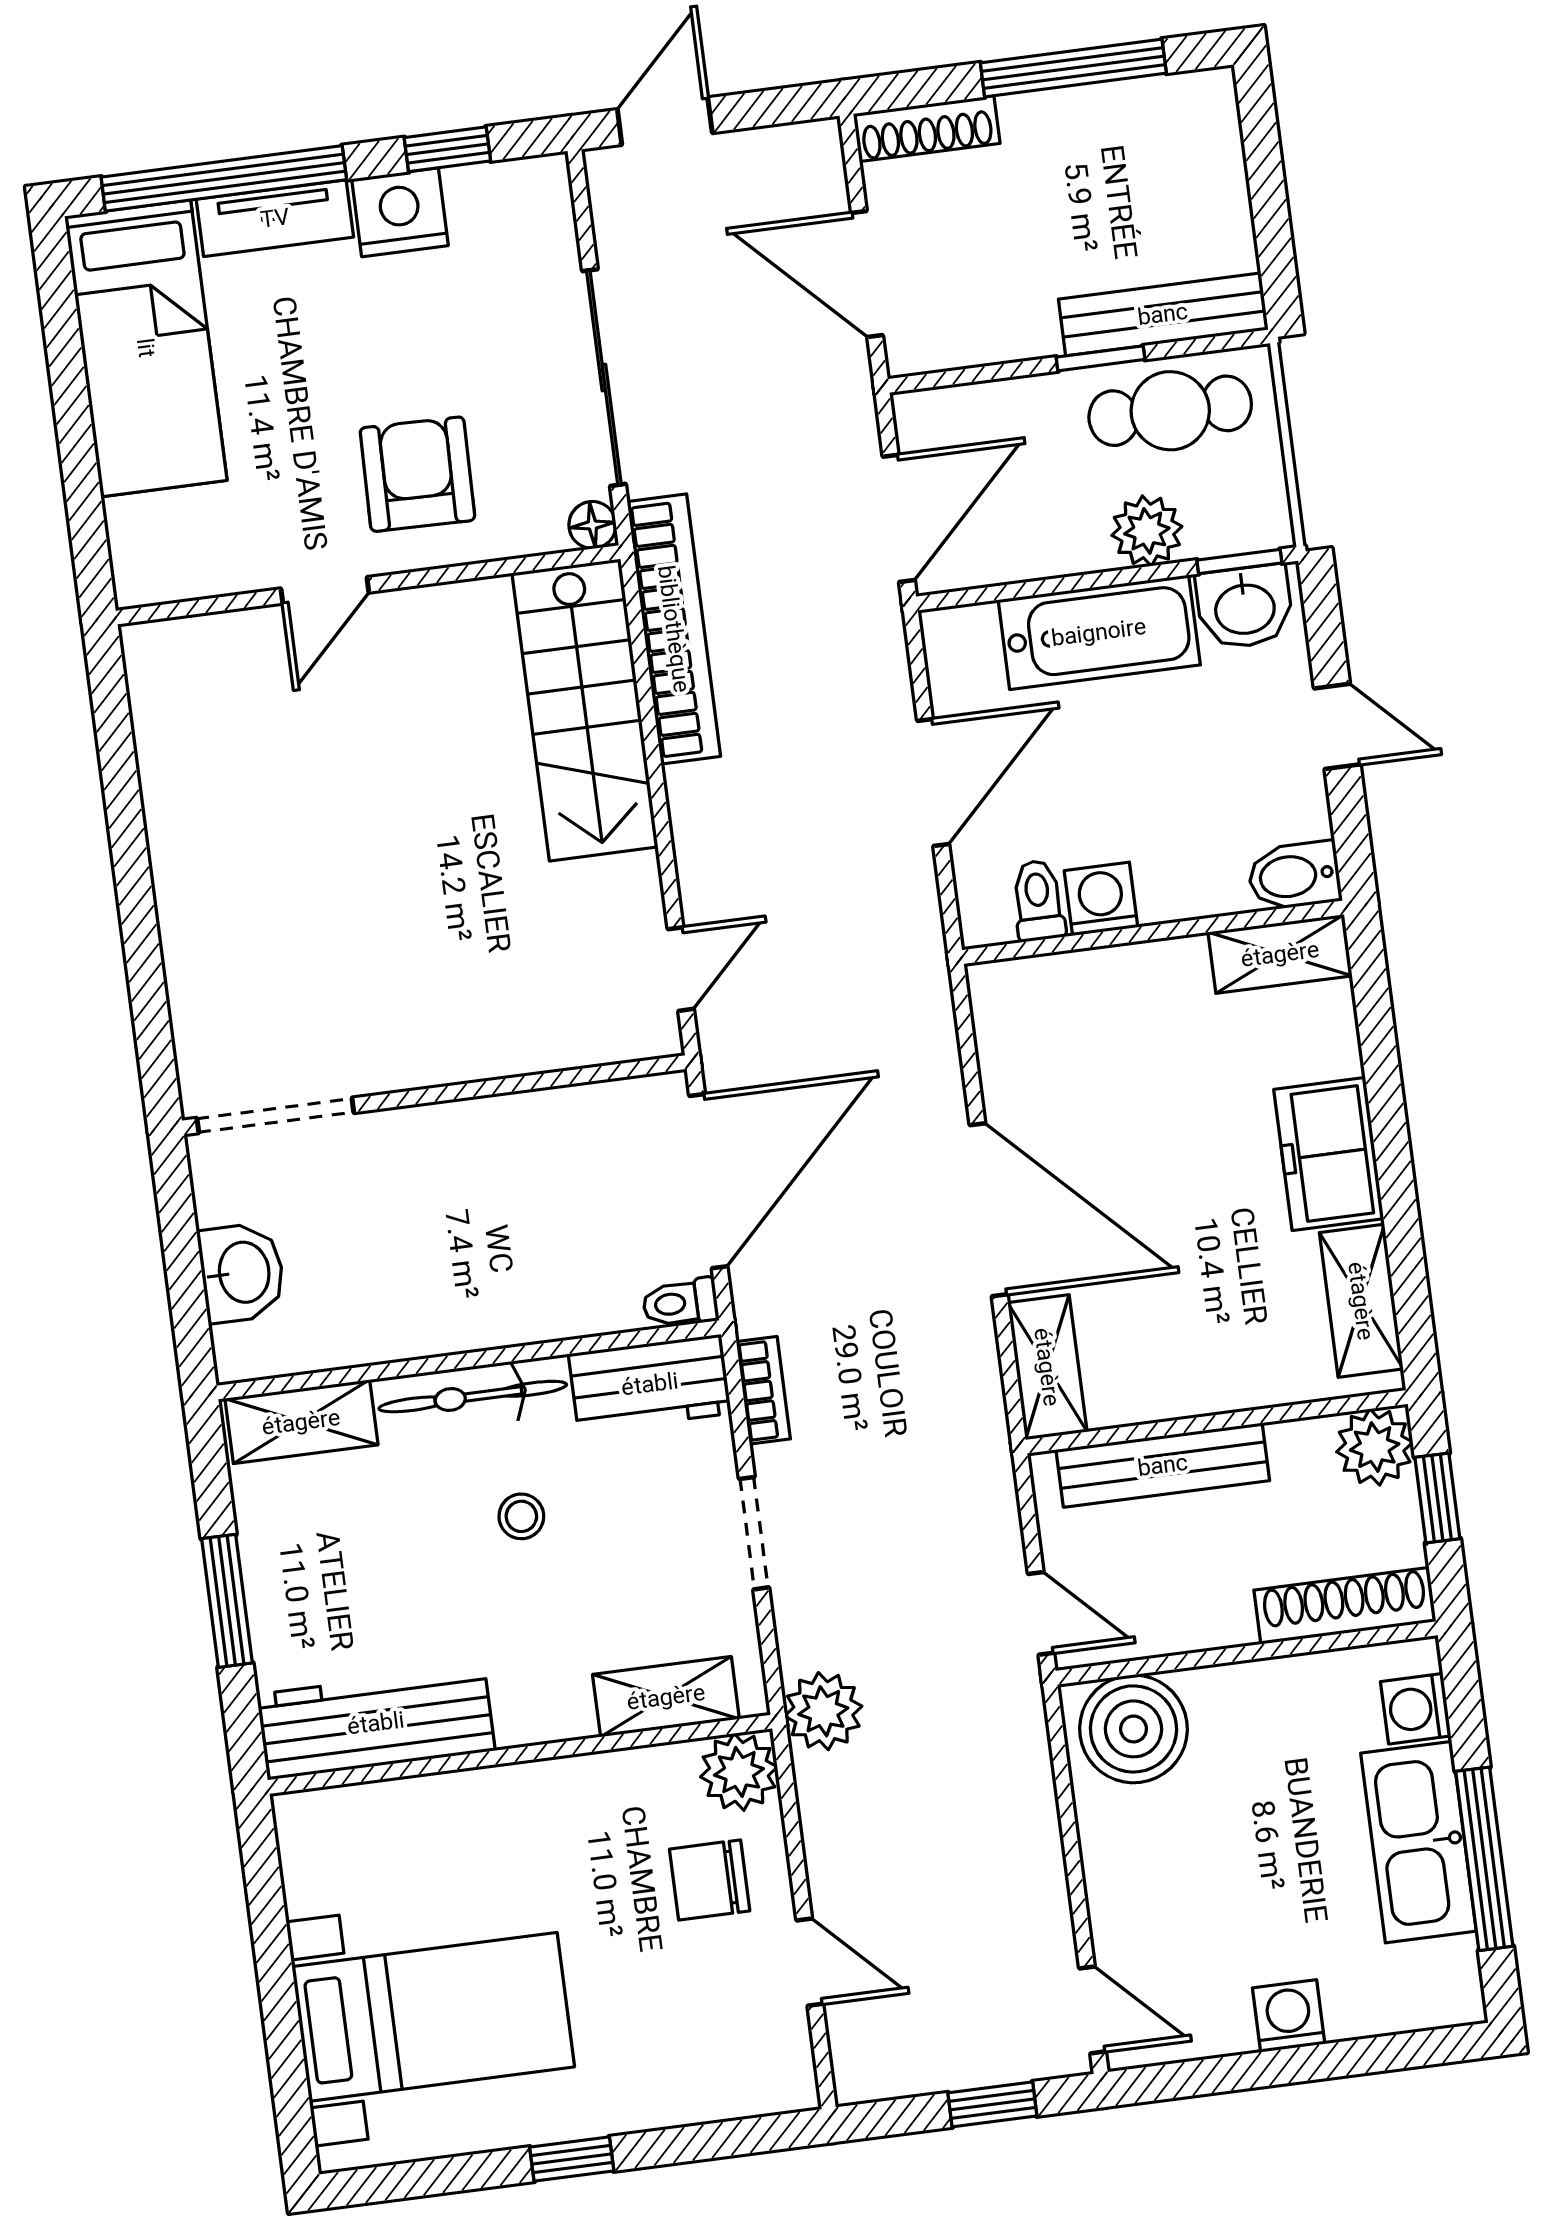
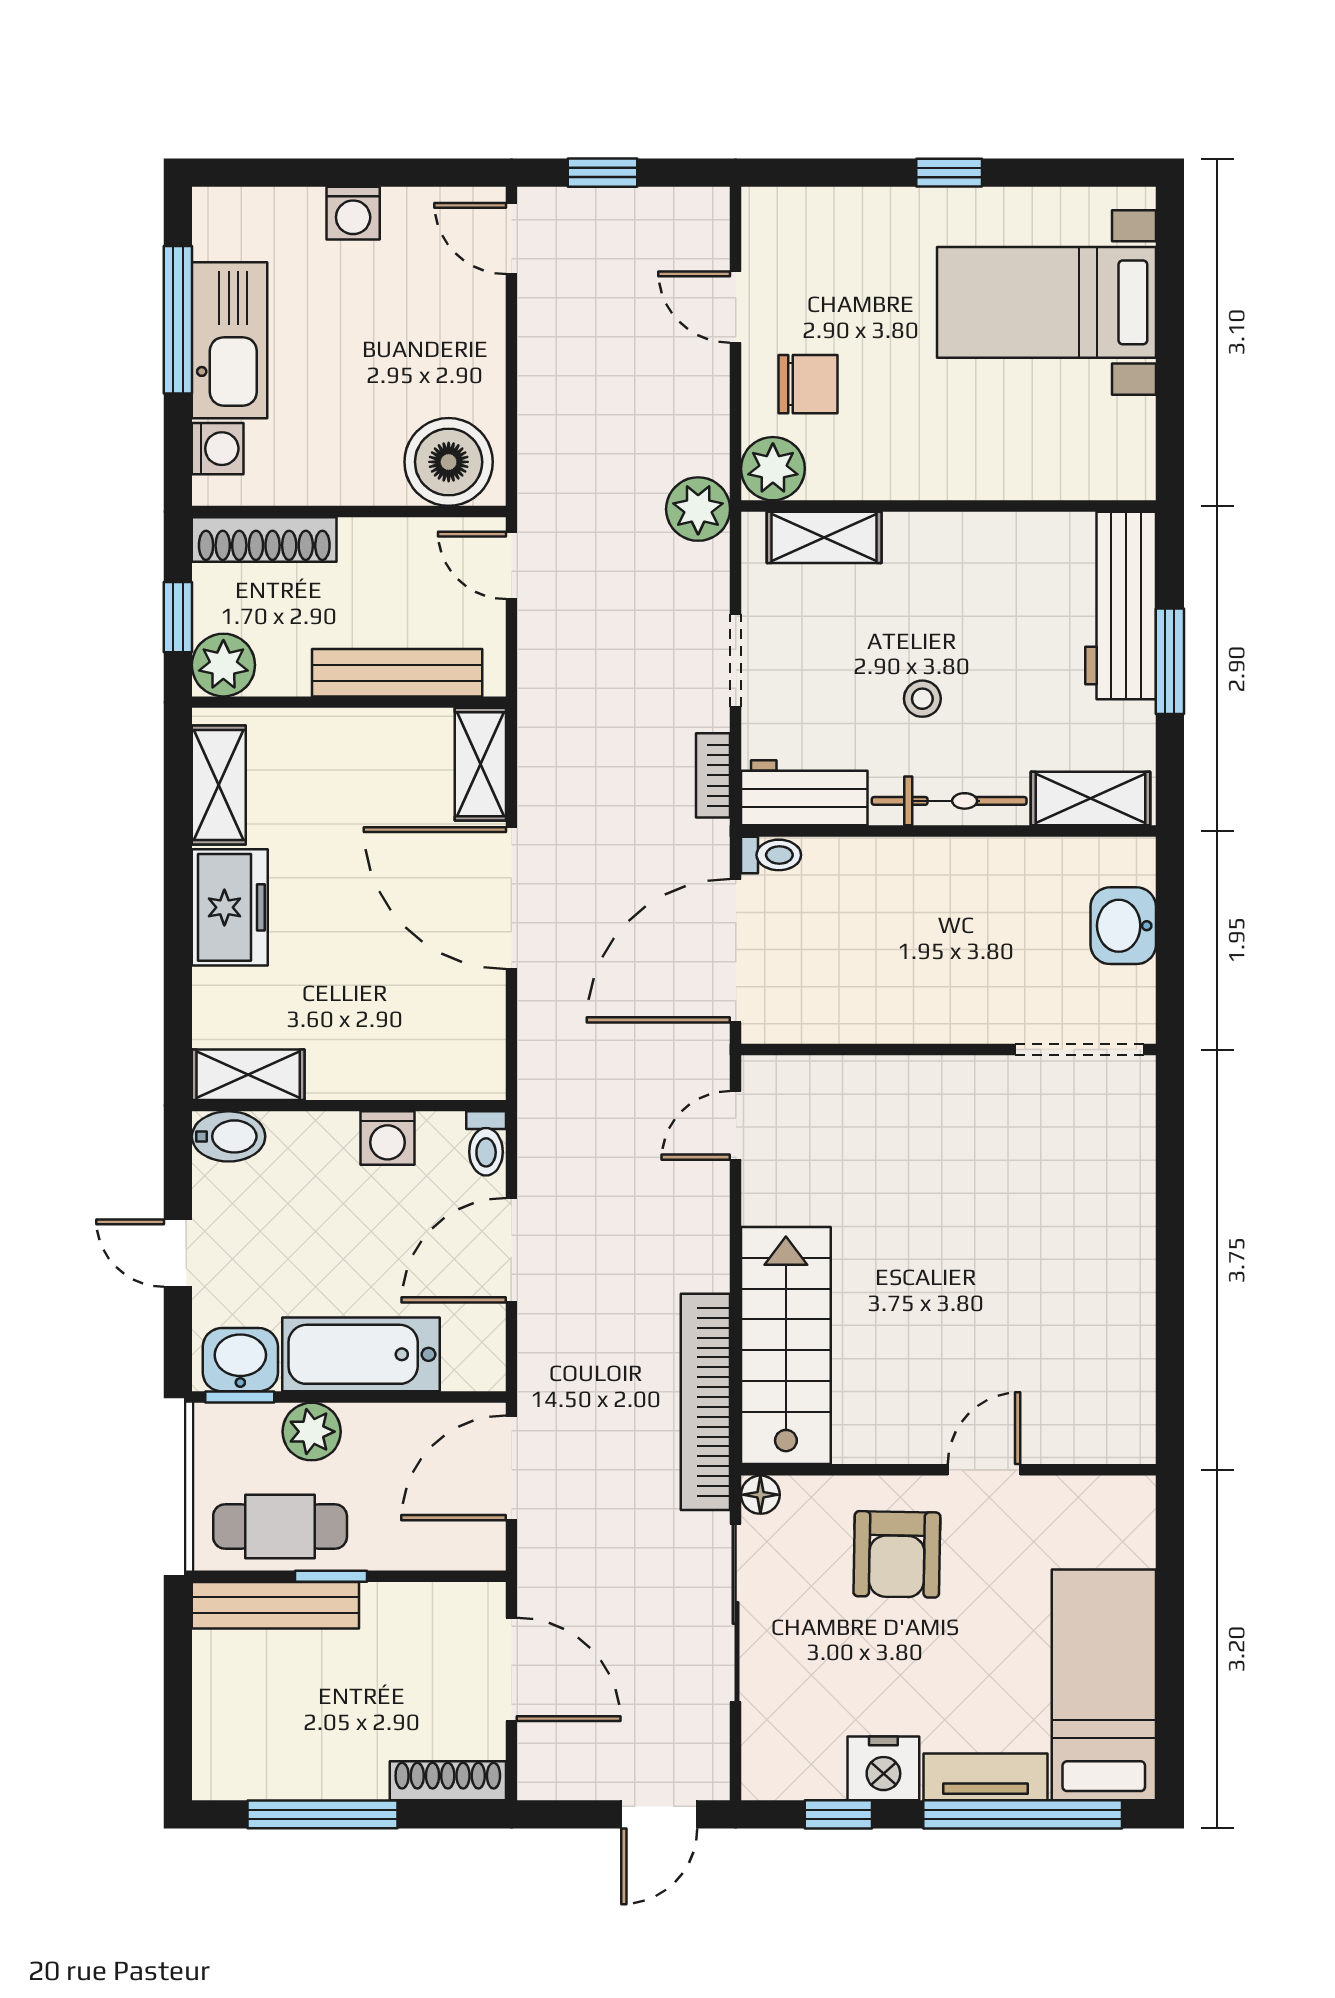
toilet: (1038, 901) -> (486, 1143), moved
workbench: (376, 1723) -> (1121, 605), moved, turned 90

